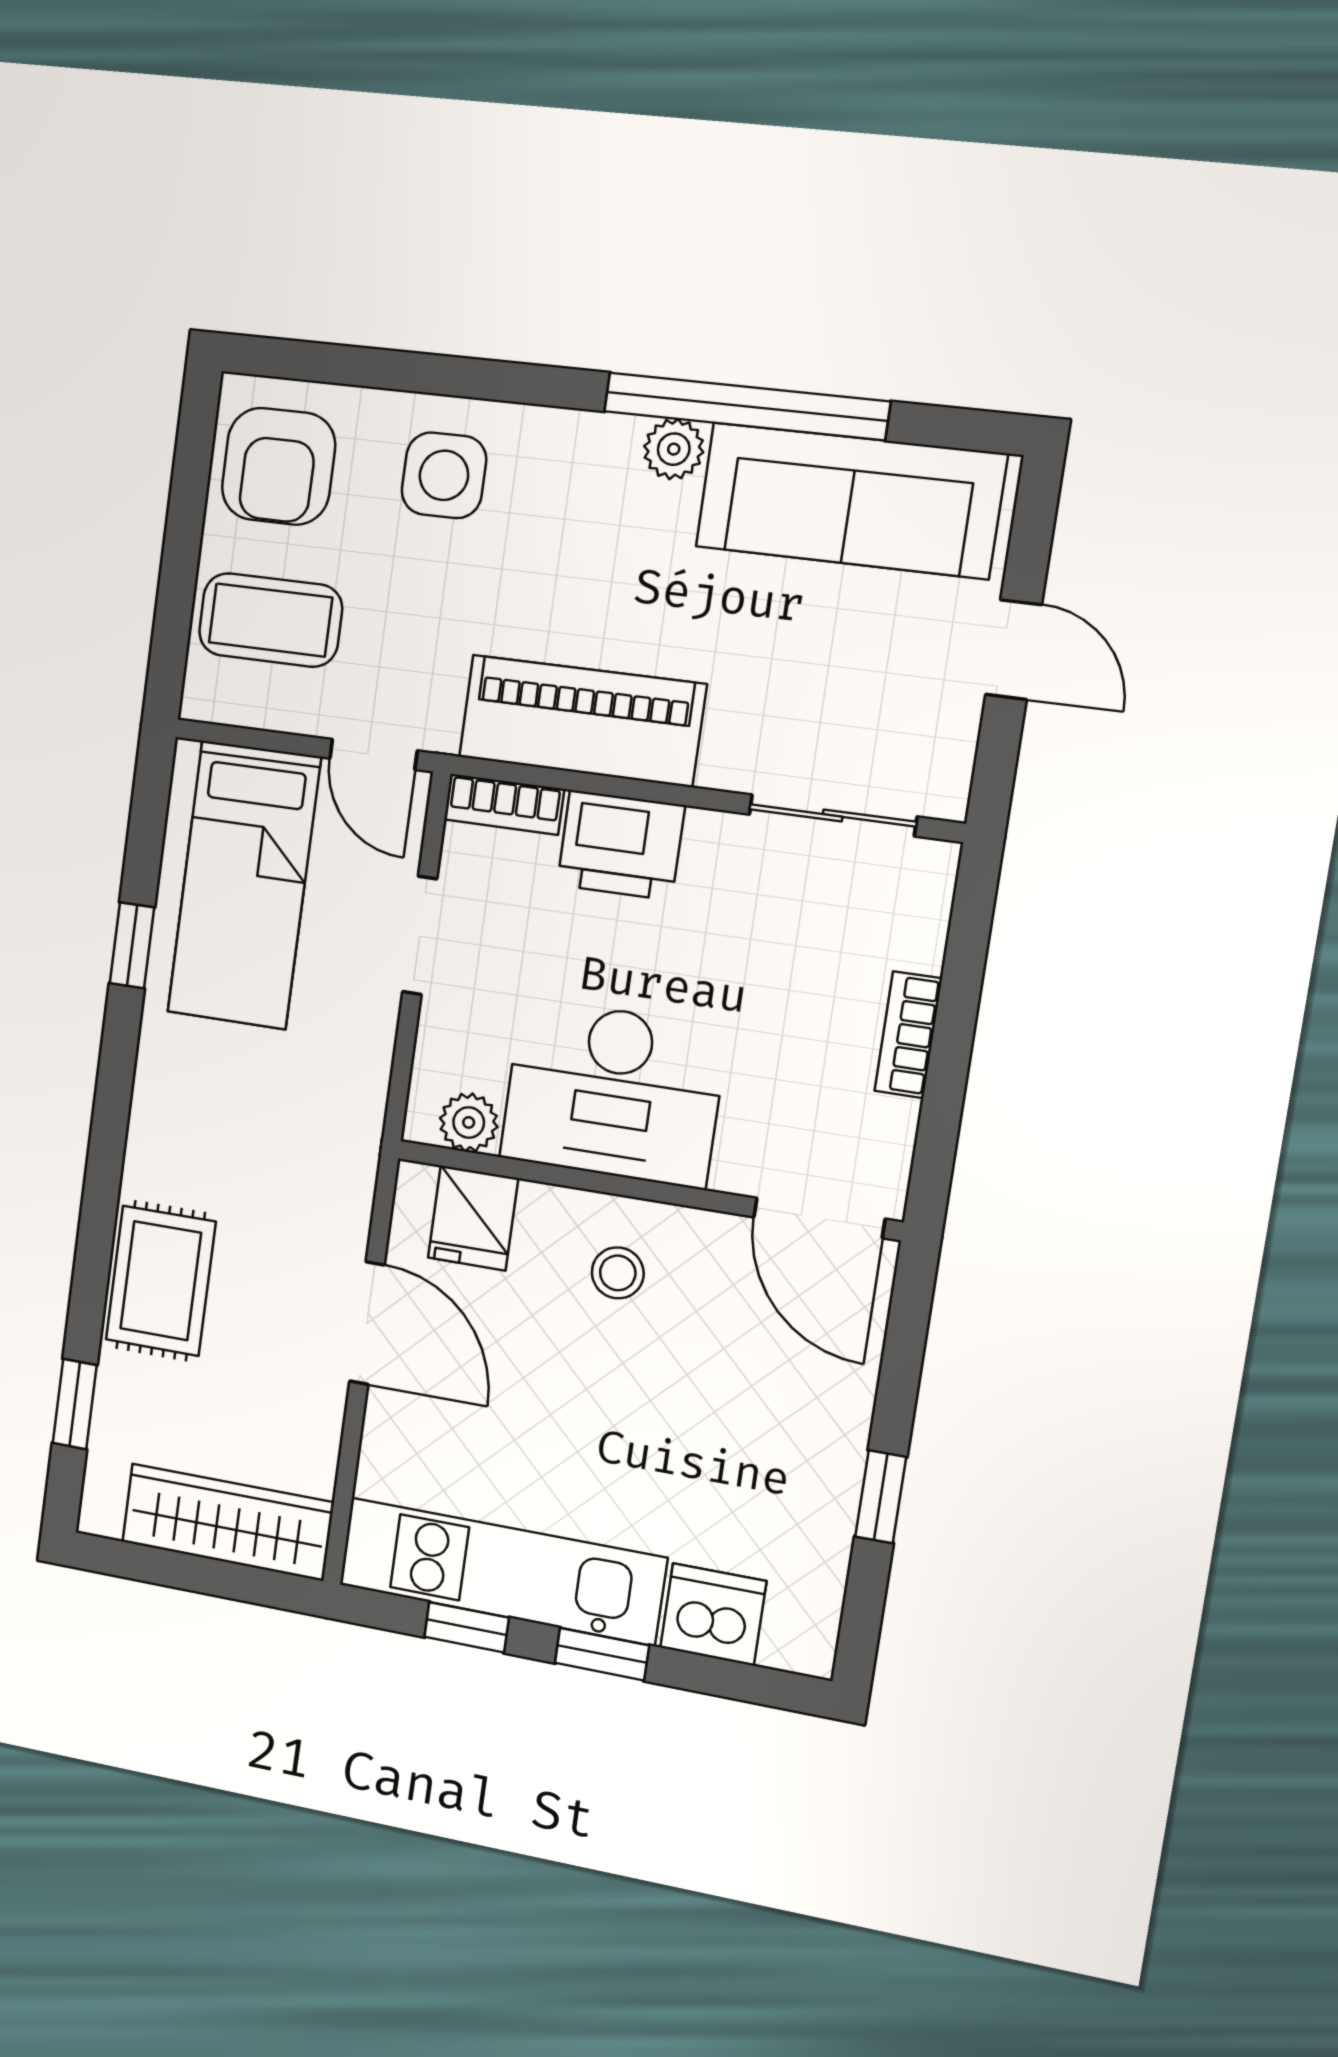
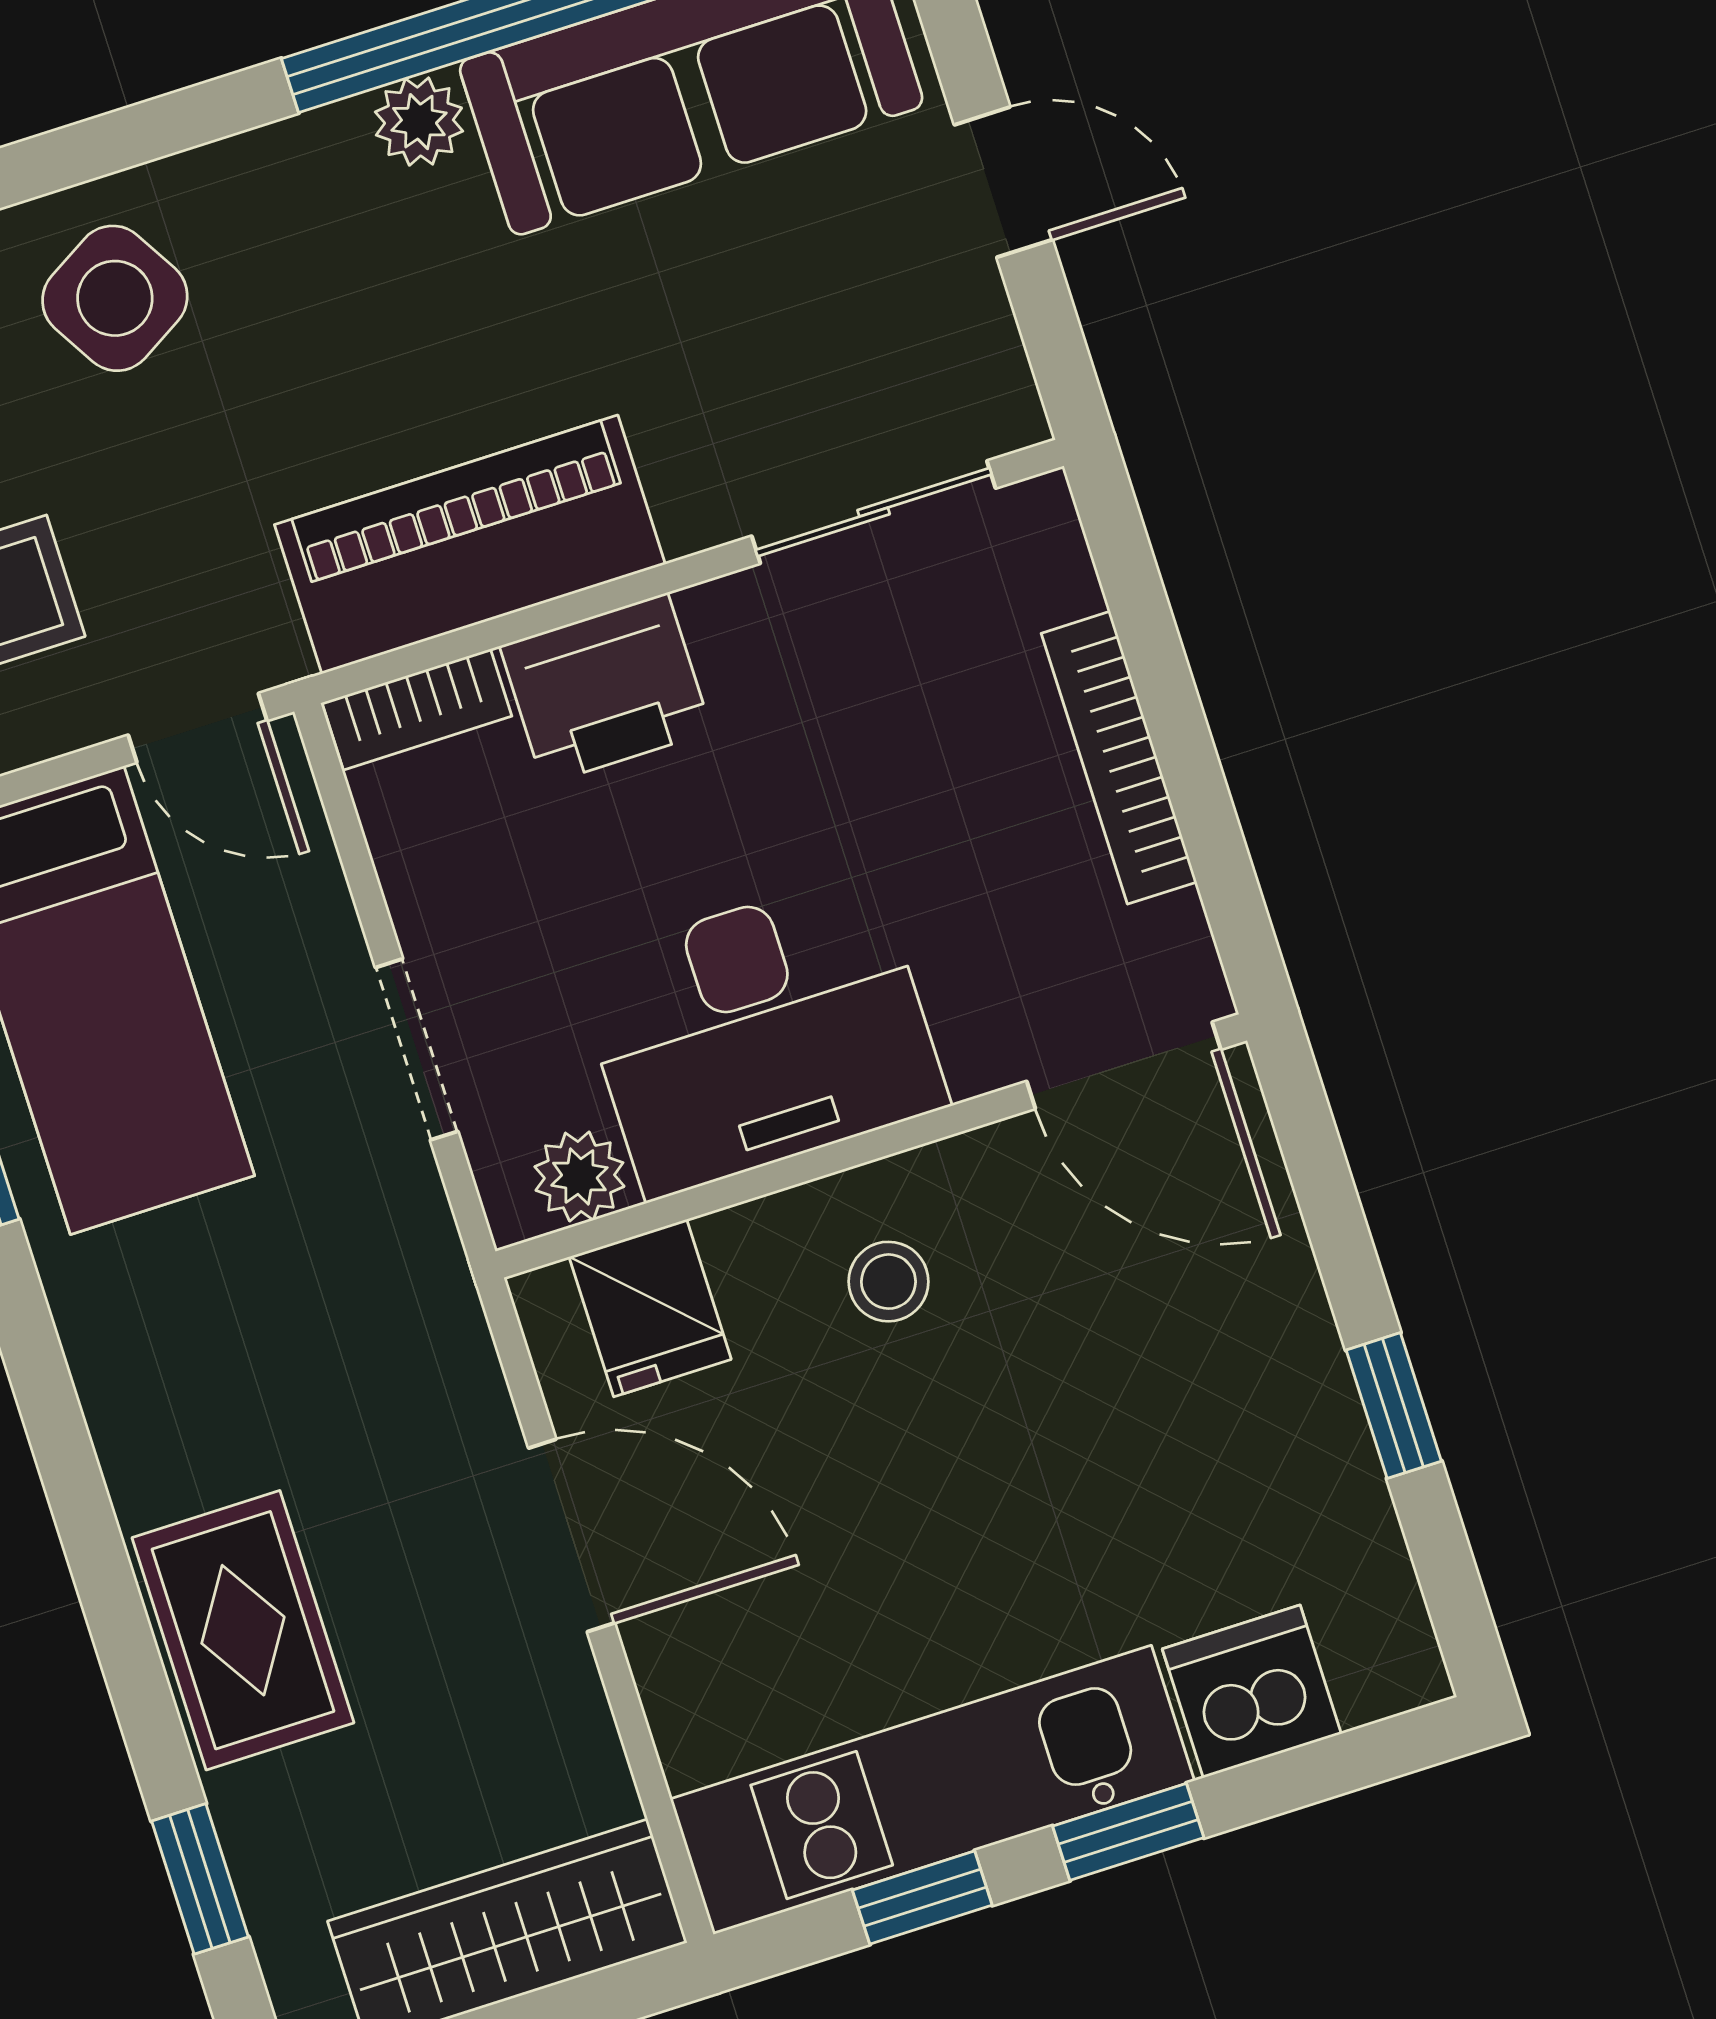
side table: (444, 475) -> (115, 298), turned -31
doorway: (420, 935) -> (417, 1049), moved
bookcase: (908, 1035) -> (1119, 758), width x1.56

